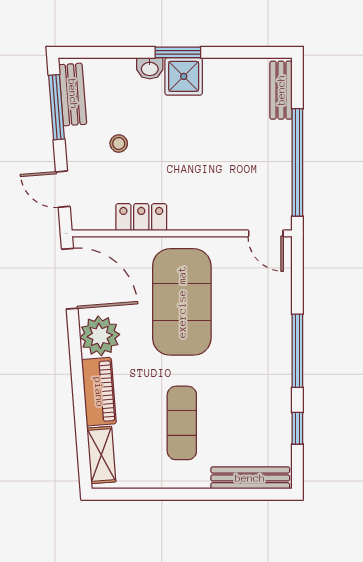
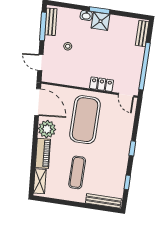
locker: (141, 217) -> (102, 84), moved
window: (297, 351) -> (132, 148), width x0.46

